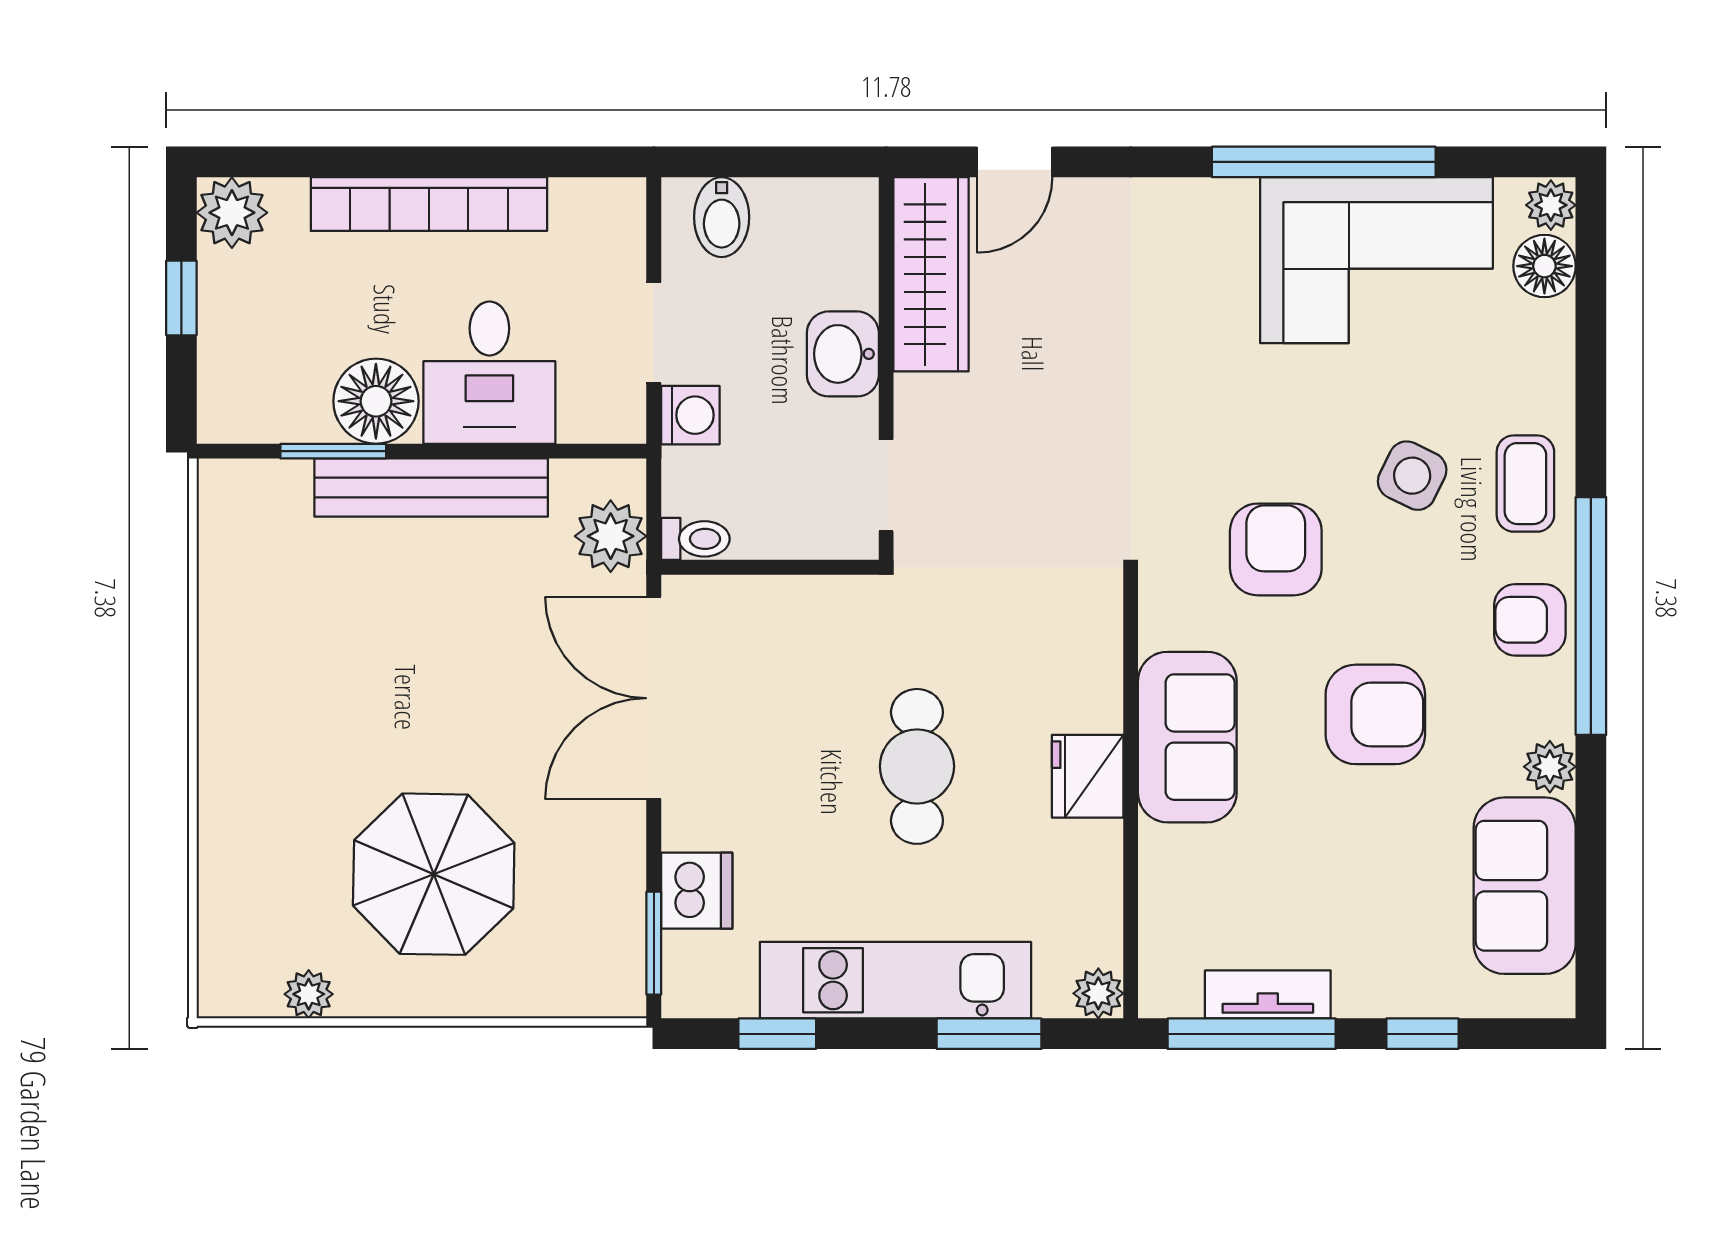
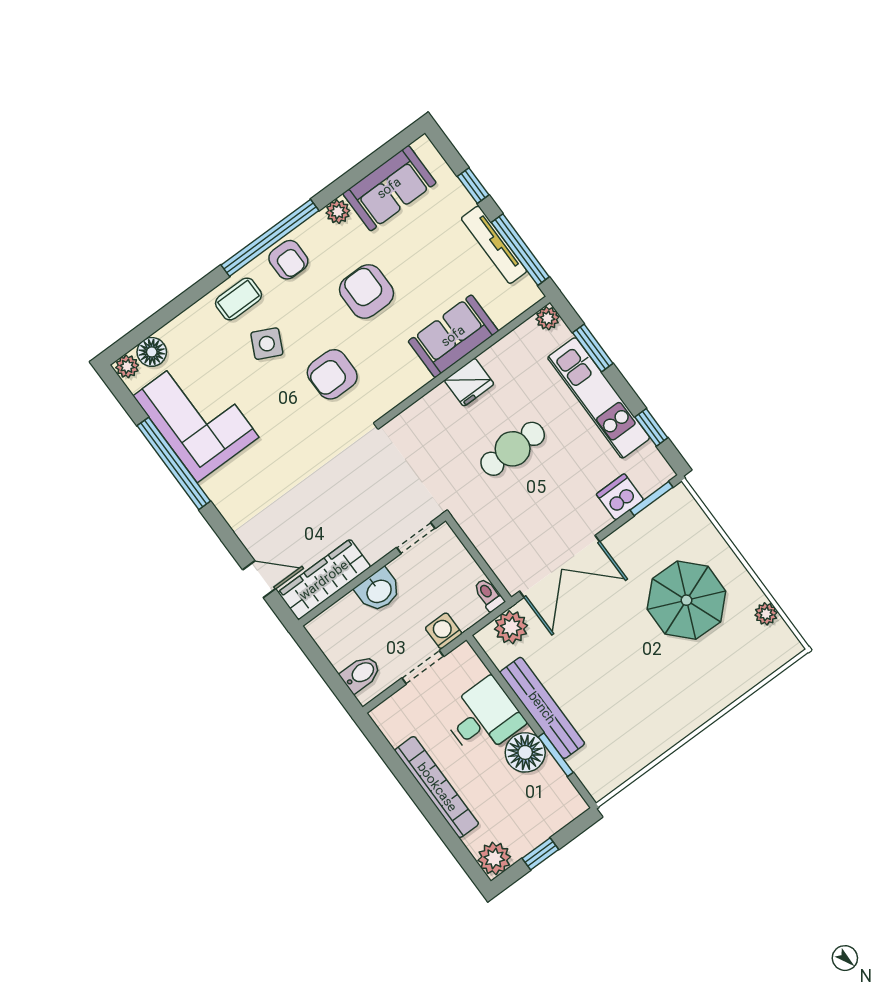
sofa: (1187, 737) -> (453, 336), moved
tv unit: (1268, 994) -> (494, 245), width x1.41

